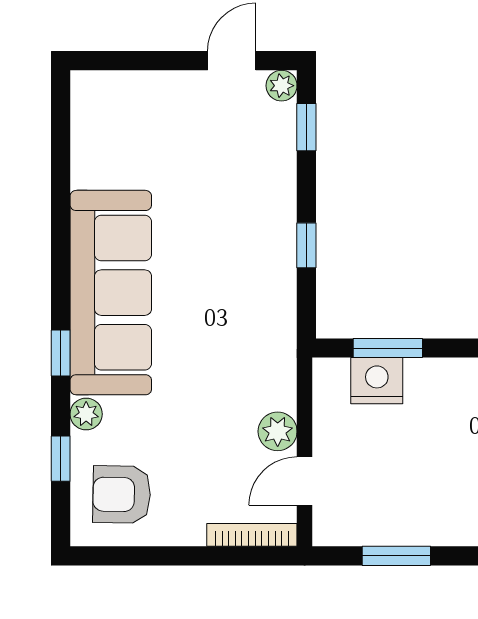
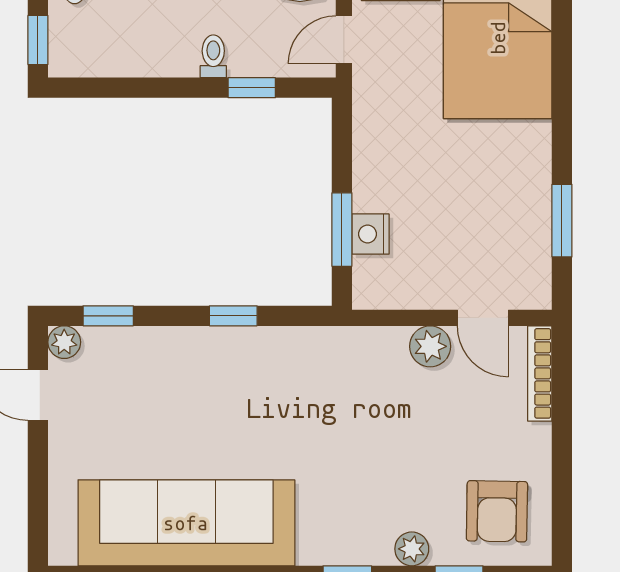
sofa: (111, 293) -> (186, 523), moved
nightstand: (377, 381) -> (370, 234), width x0.74, depth x0.75

